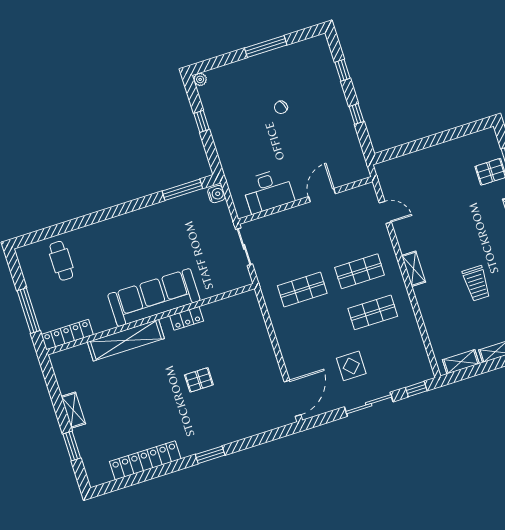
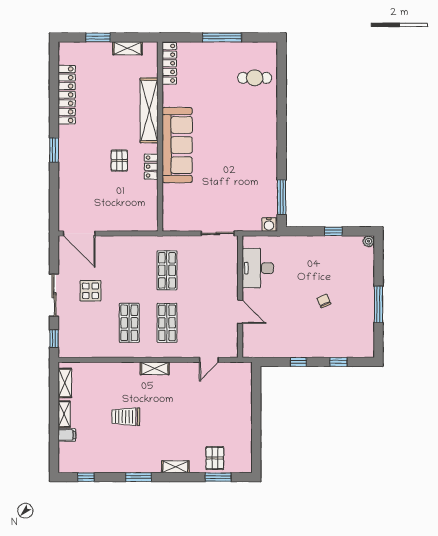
sofa: (154, 297) -> (177, 145), moved
locker: (187, 318) -> (151, 167), moved
wall: (150, 319) -> (160, 136), moved
locker: (67, 335) -> (169, 63), moved
shelving: (126, 340) -> (149, 110), moved

